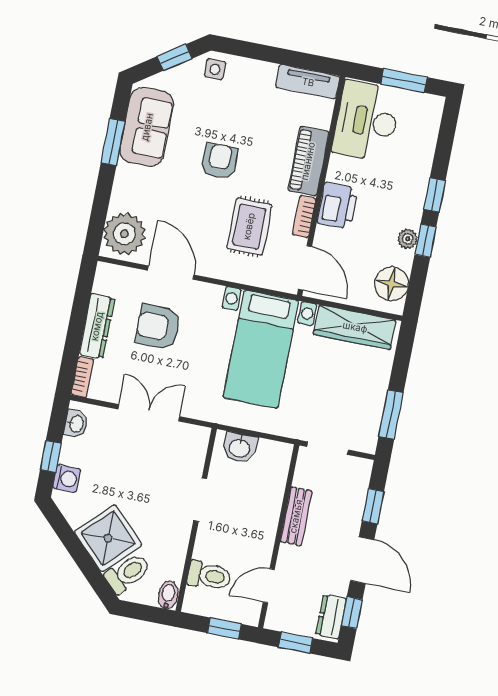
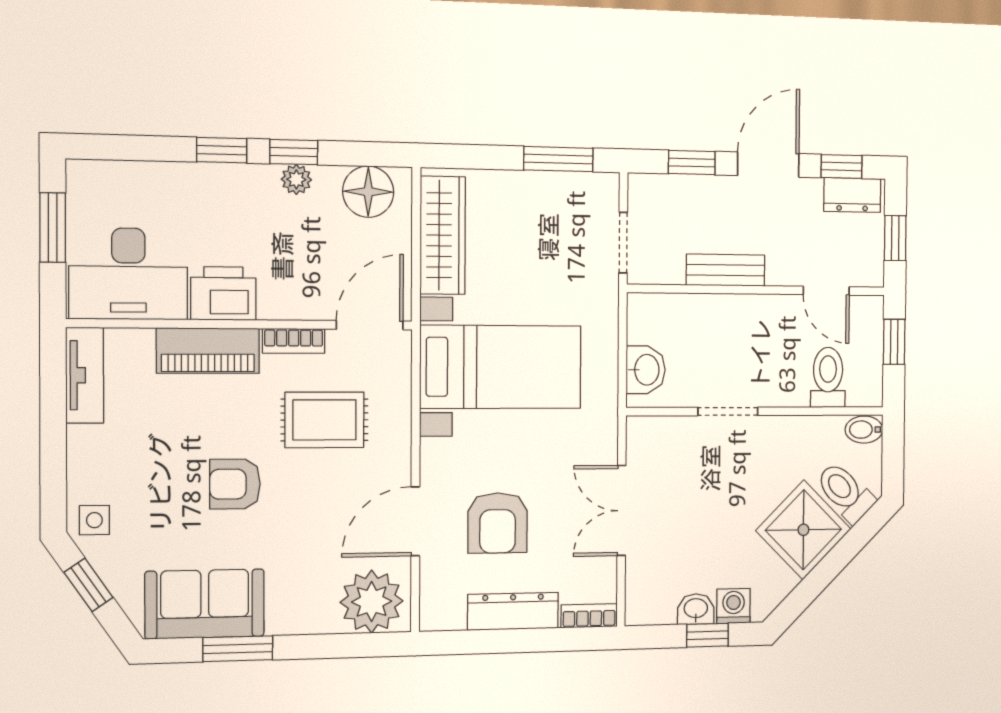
printer: (338, 206) -> (223, 294), moved
washbasin: (76, 424) -> (696, 609), moved

